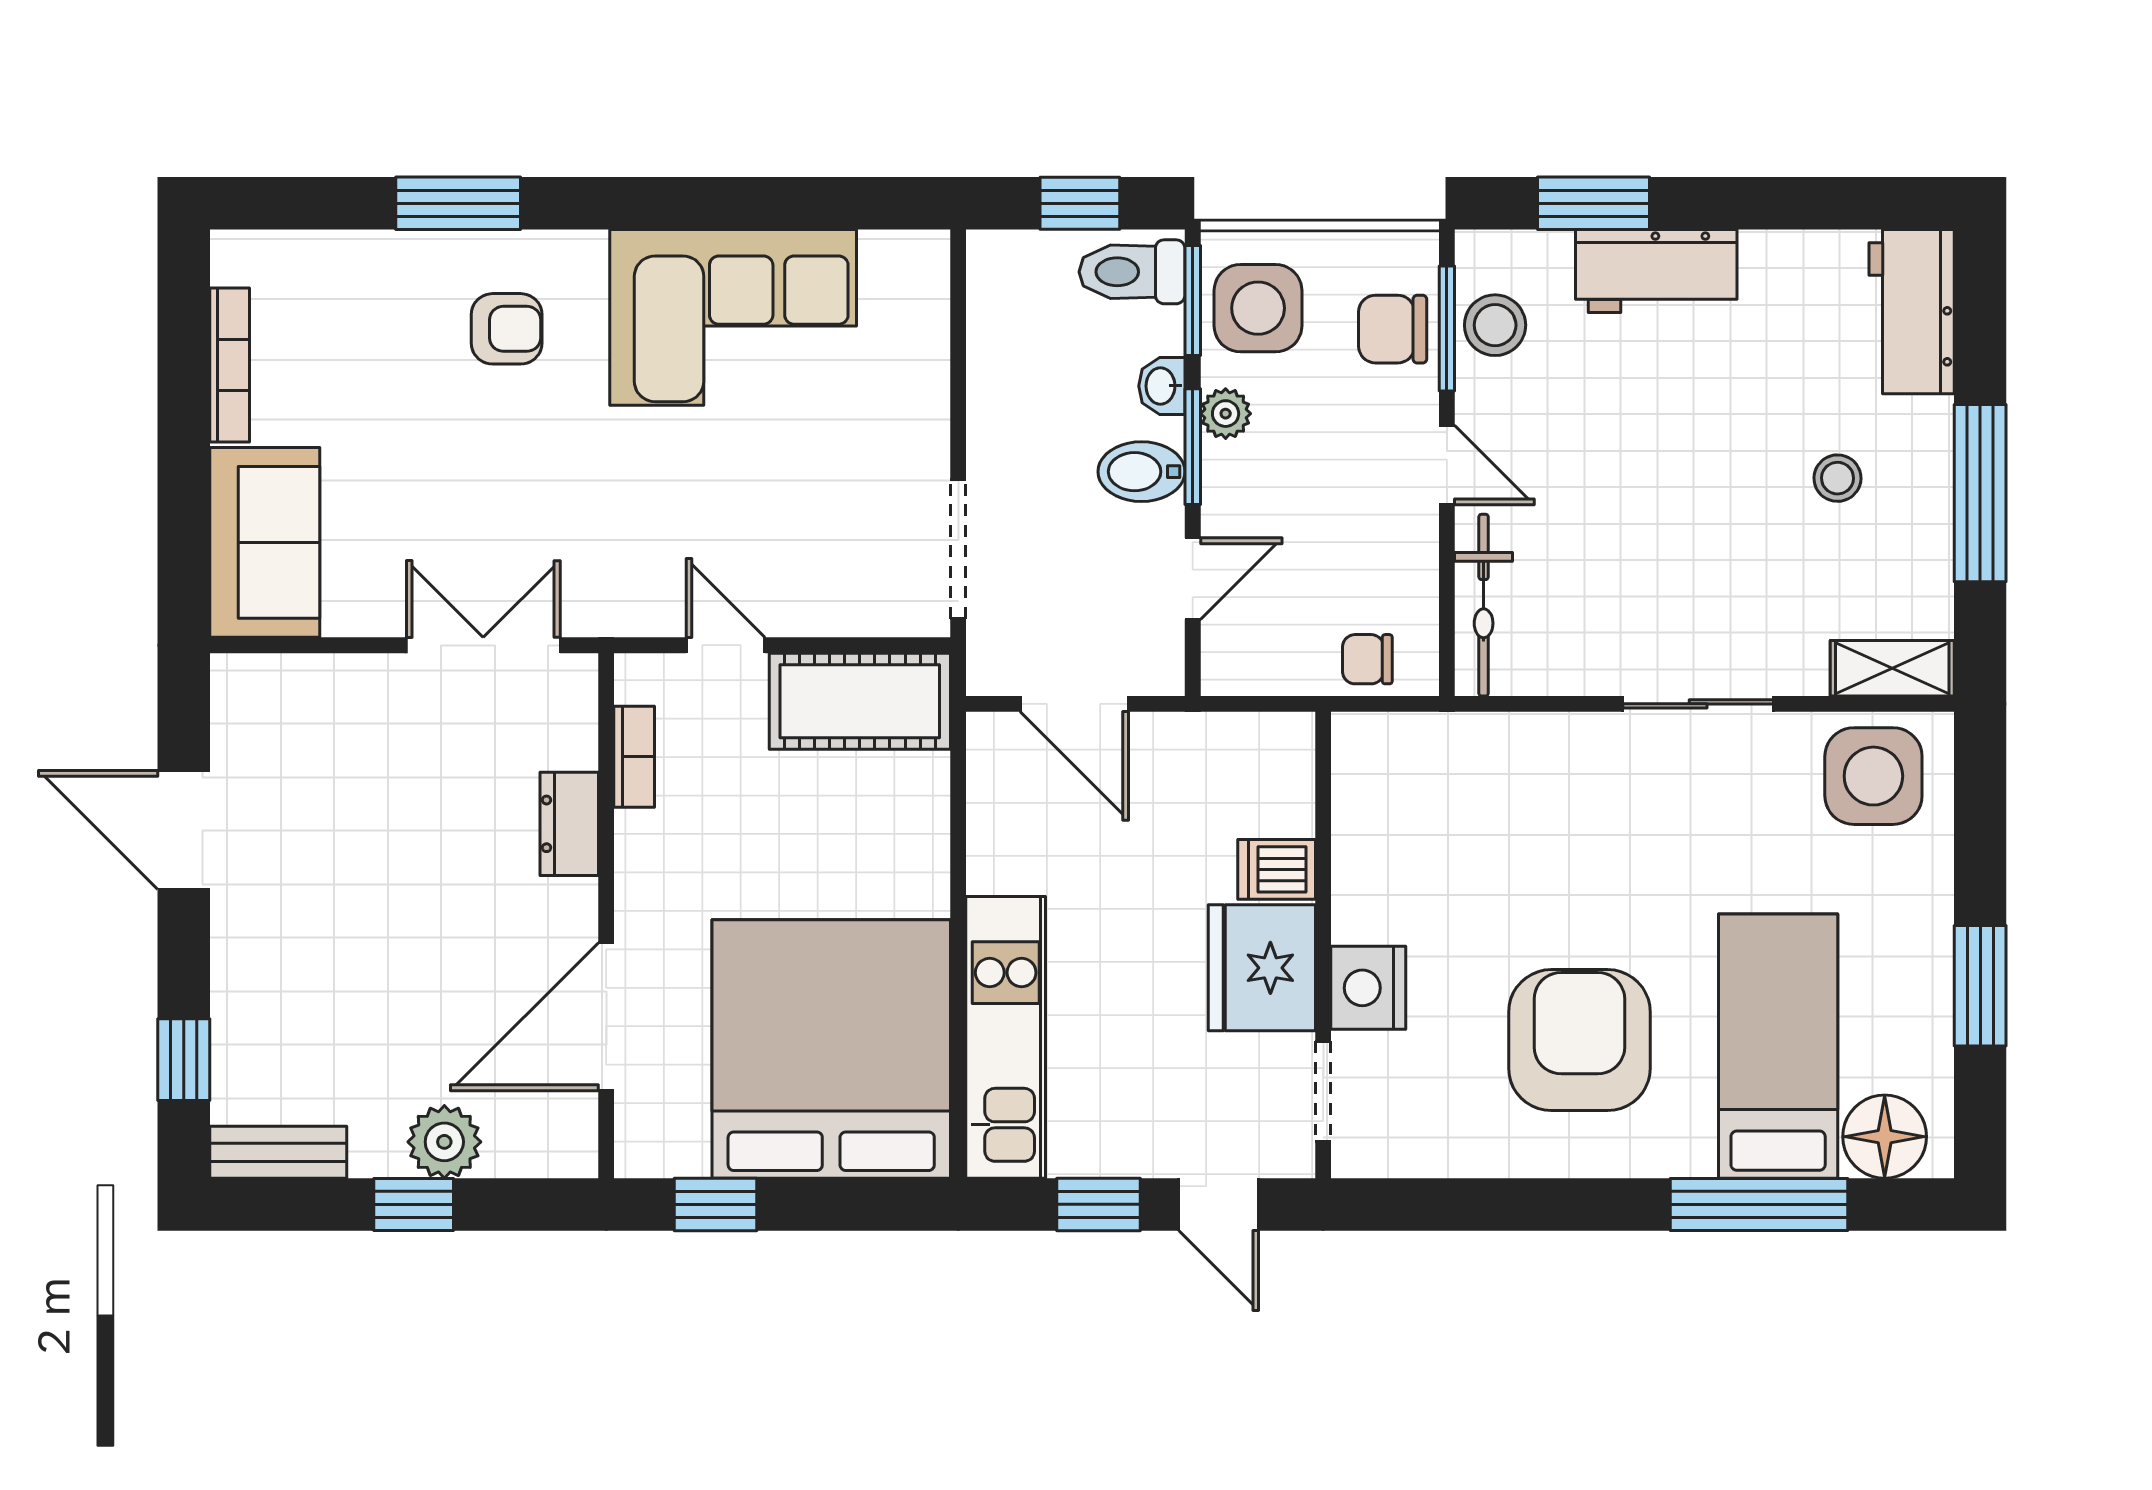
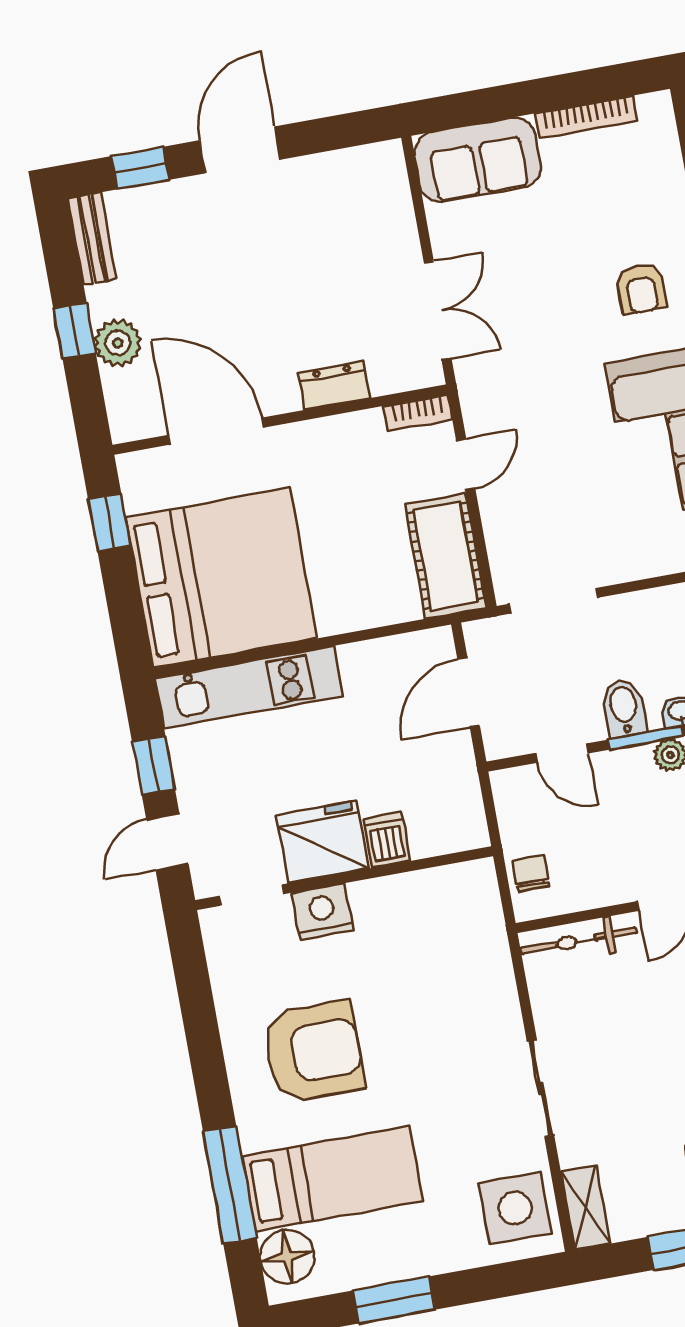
bookcase: (634, 757) -> (418, 413), moved
door: (184, 830) -> (240, 150), moved

